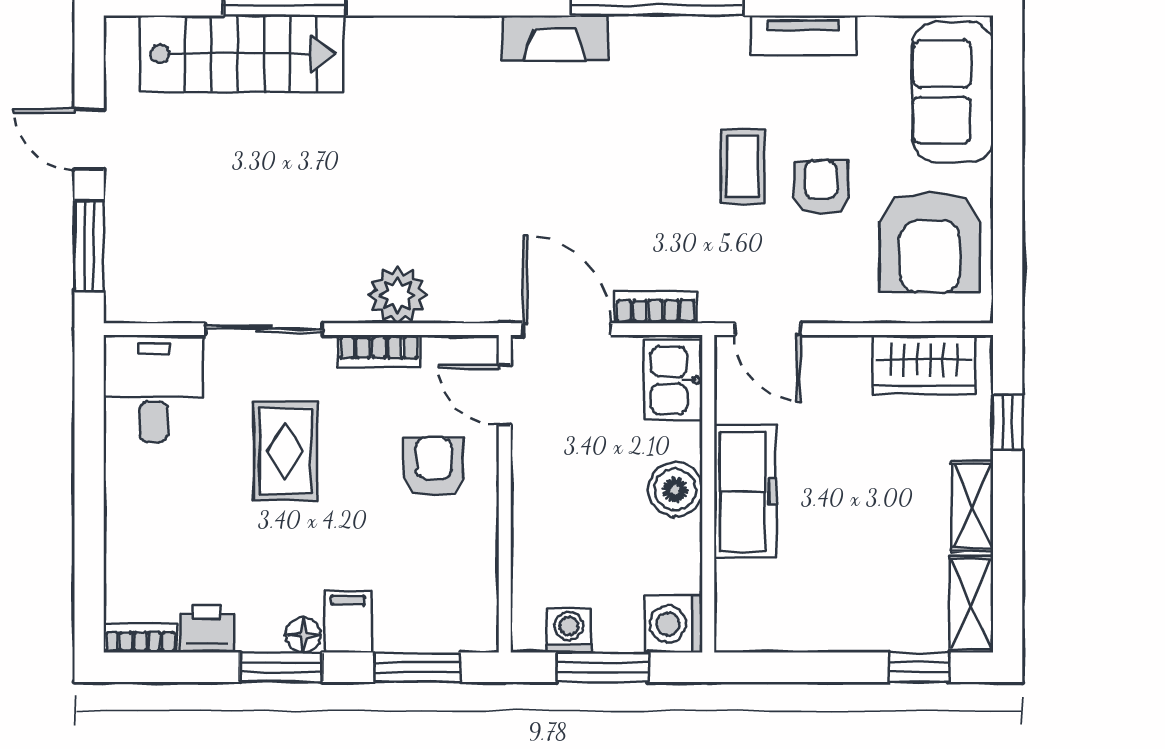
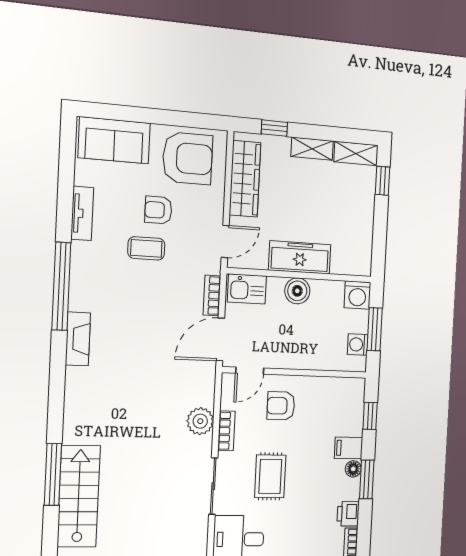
wardrobe: (924, 365) -> (245, 179), width x1.50
rug: (285, 451) -> (270, 476), turned 90
window: (417, 667) -> (370, 416), width x0.67

